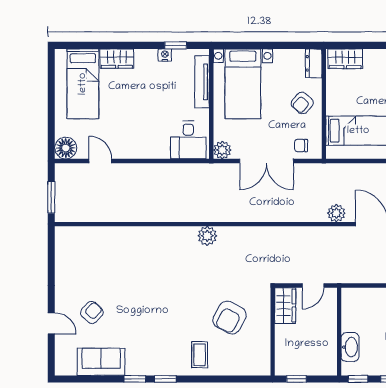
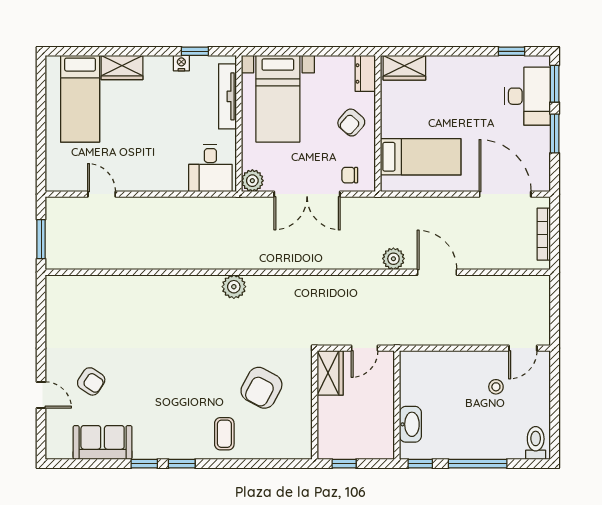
floor lamp: (66, 148) -> (59, 178), removed
armchair: (92, 312) -> (91, 381), turned 80

